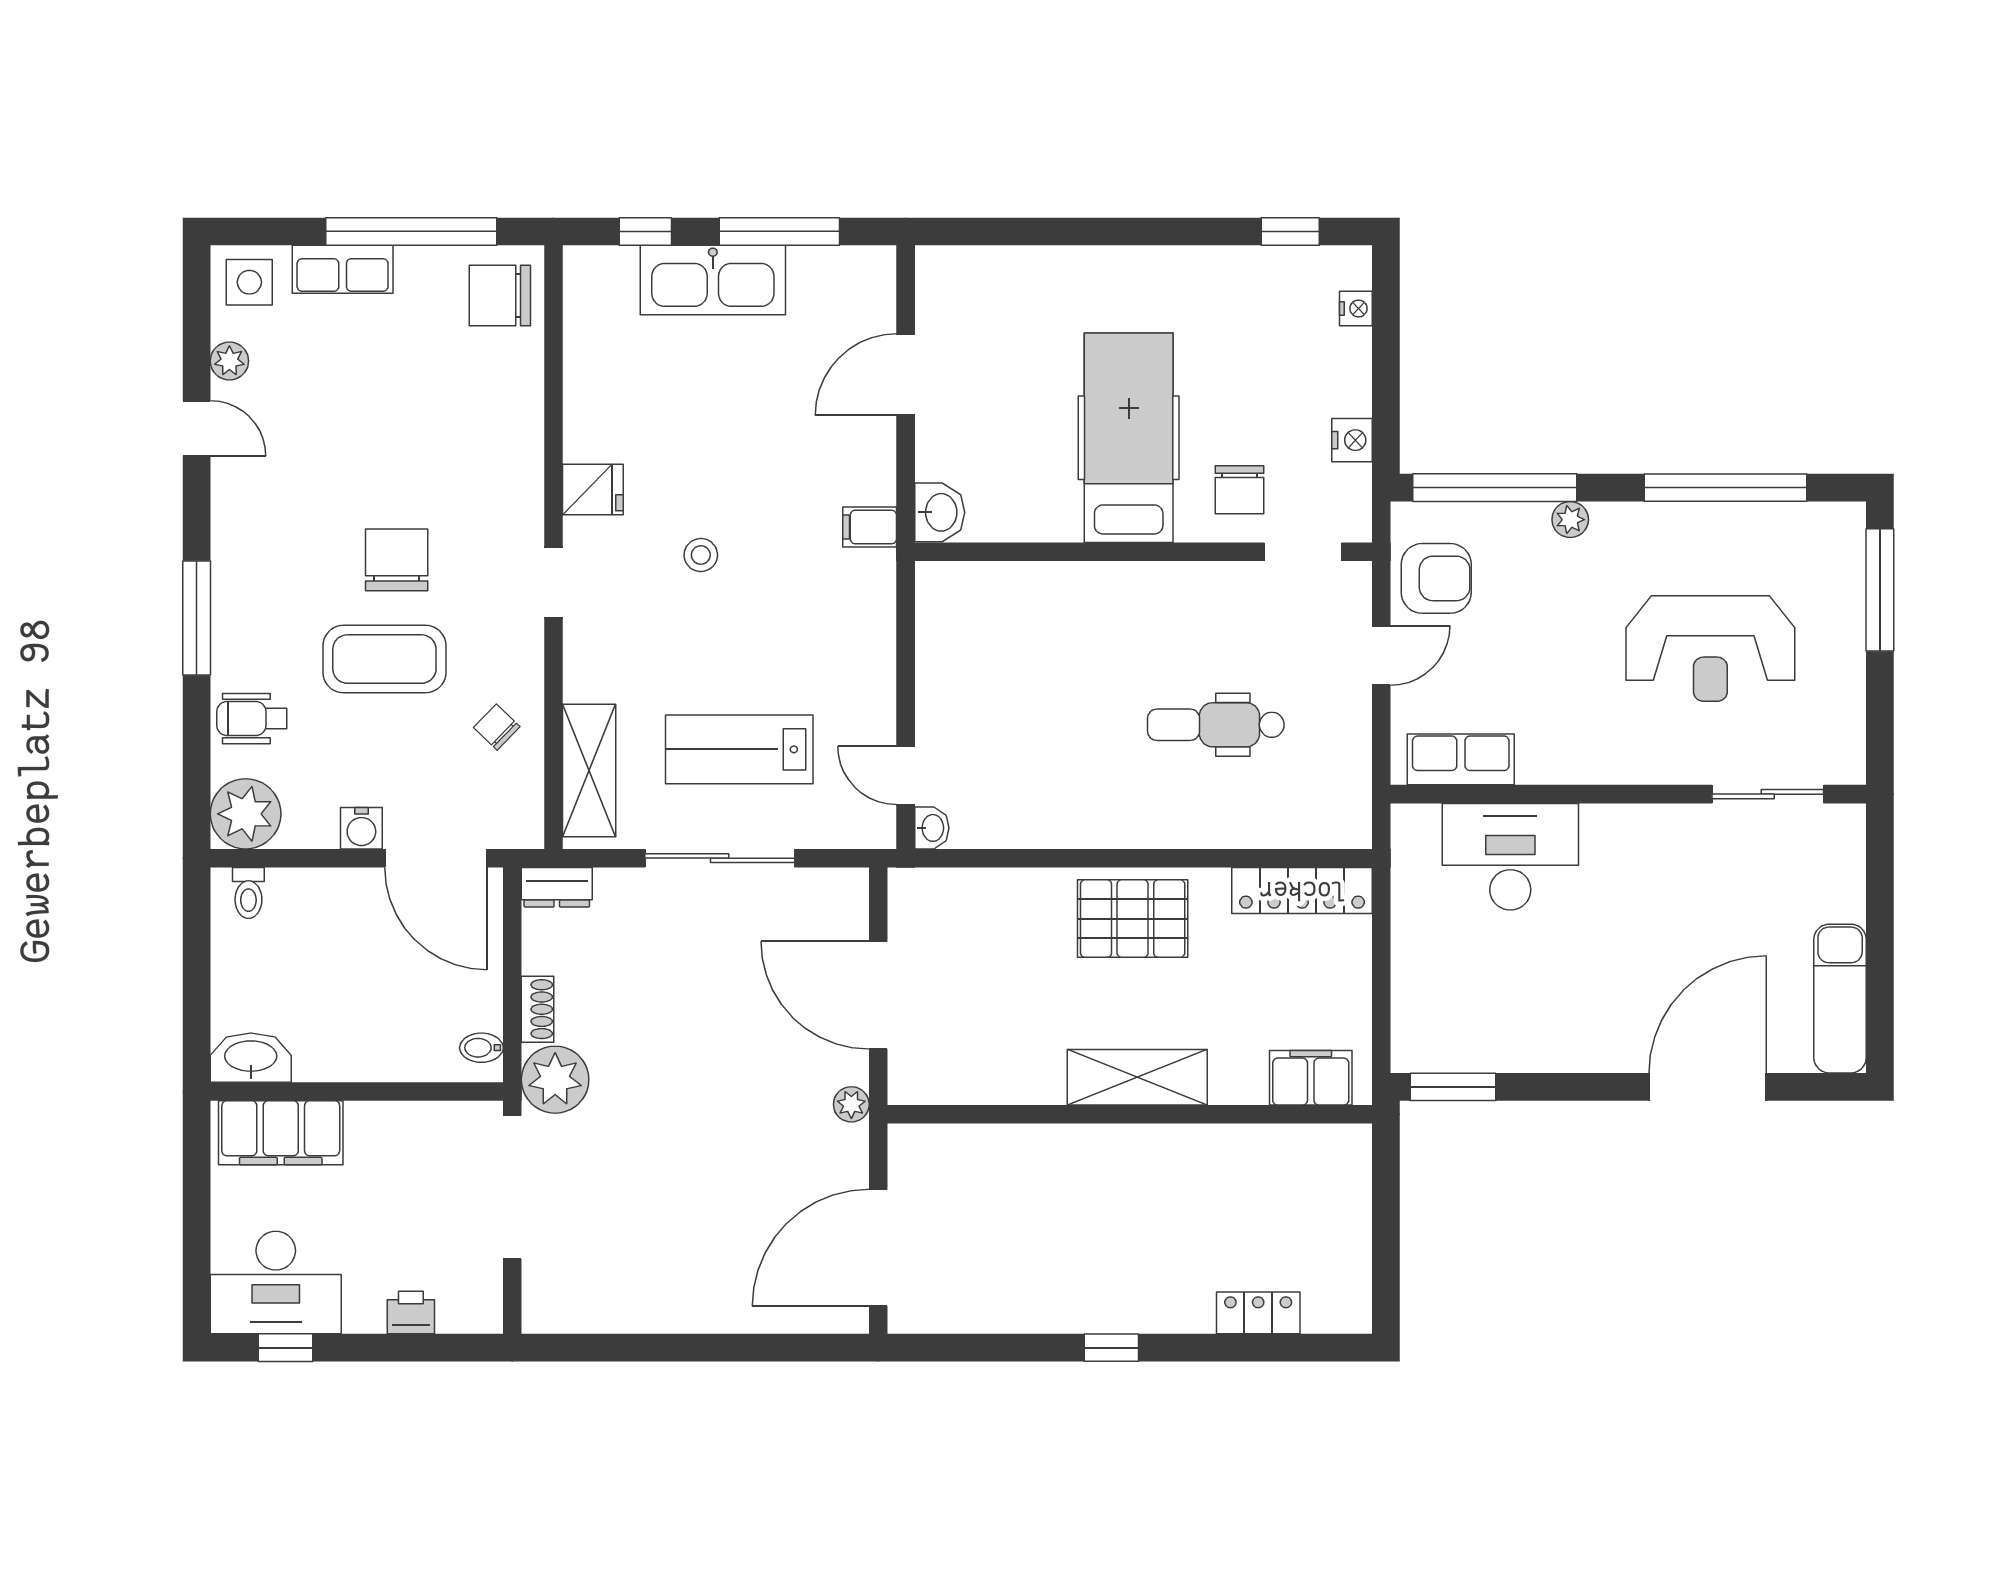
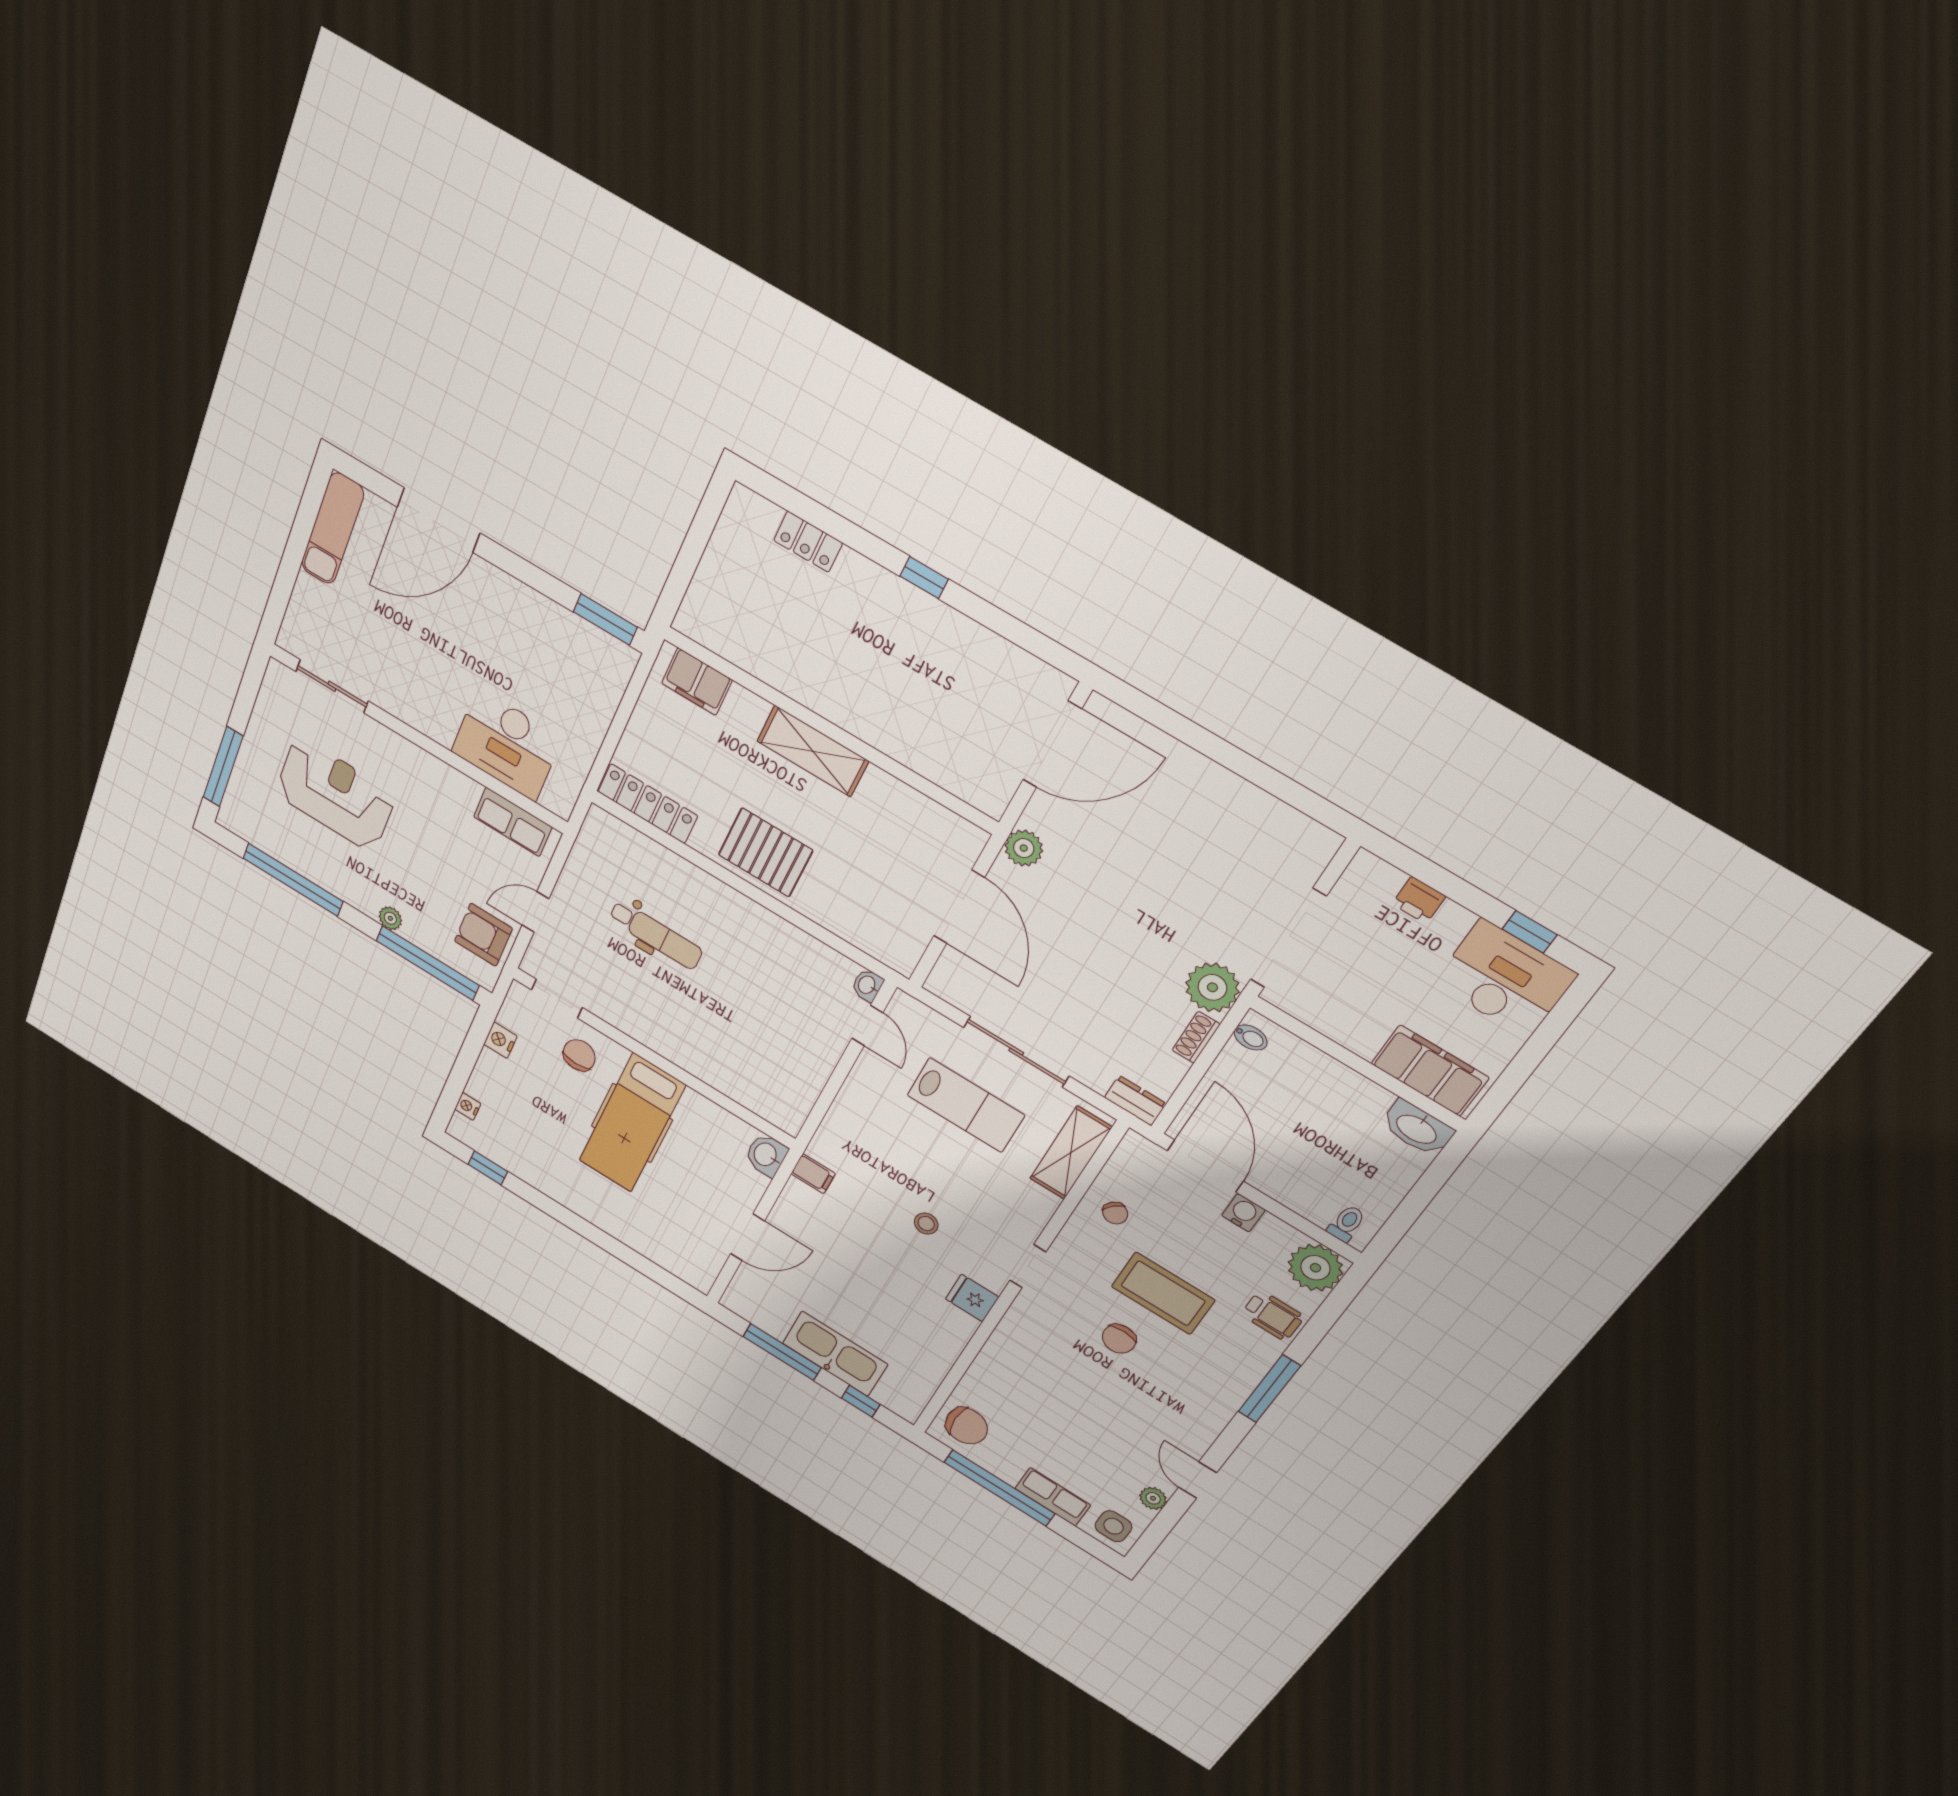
chair: (397, 560) -> (1119, 1339), width x0.73, depth x0.73
plant: (851, 1104) -> (1024, 848), width x1.38, depth x1.38

